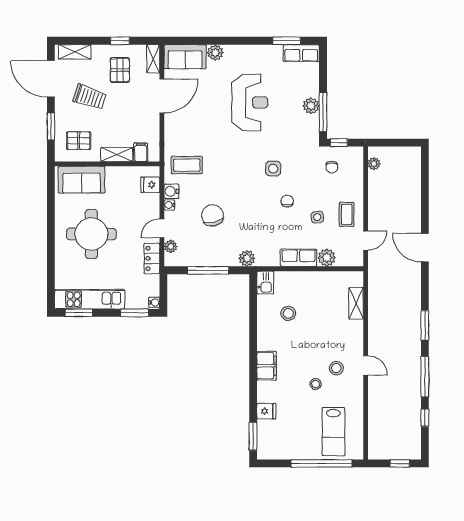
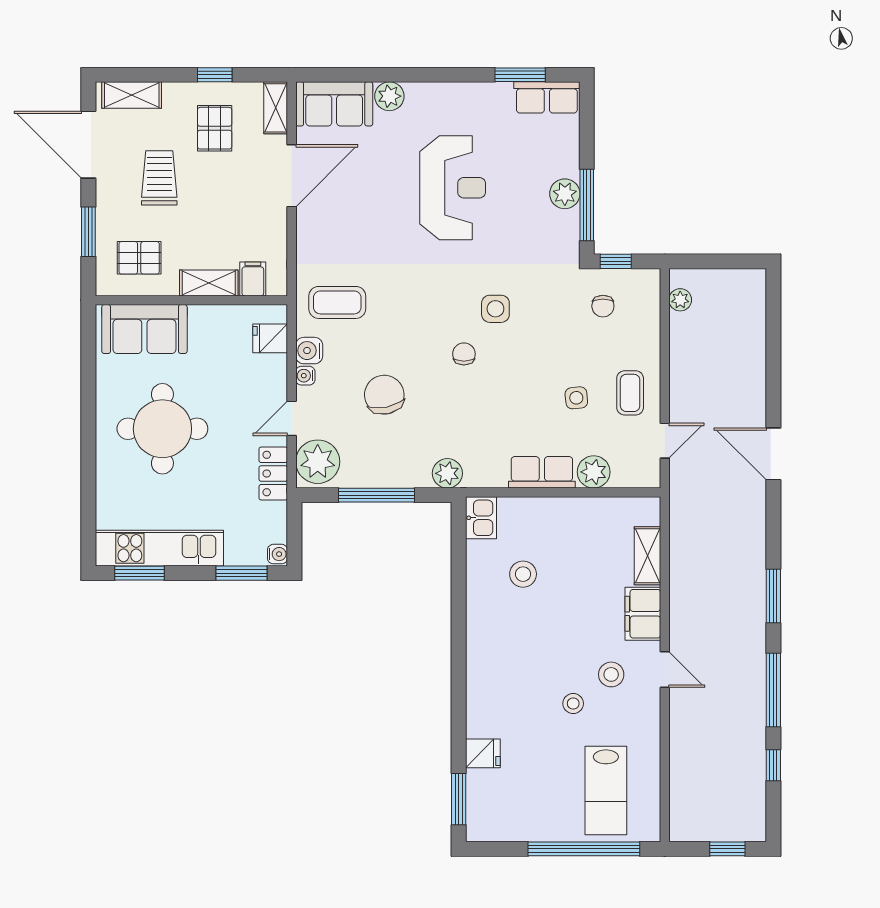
trolley: (90, 97) -> (159, 178), turned -108
chair: (287, 201) -> (464, 354), moved
plant: (171, 246) -> (318, 462), width x1.88, depth x1.88
filing cabinet: (267, 366) -> (643, 614), moved, turned 180

